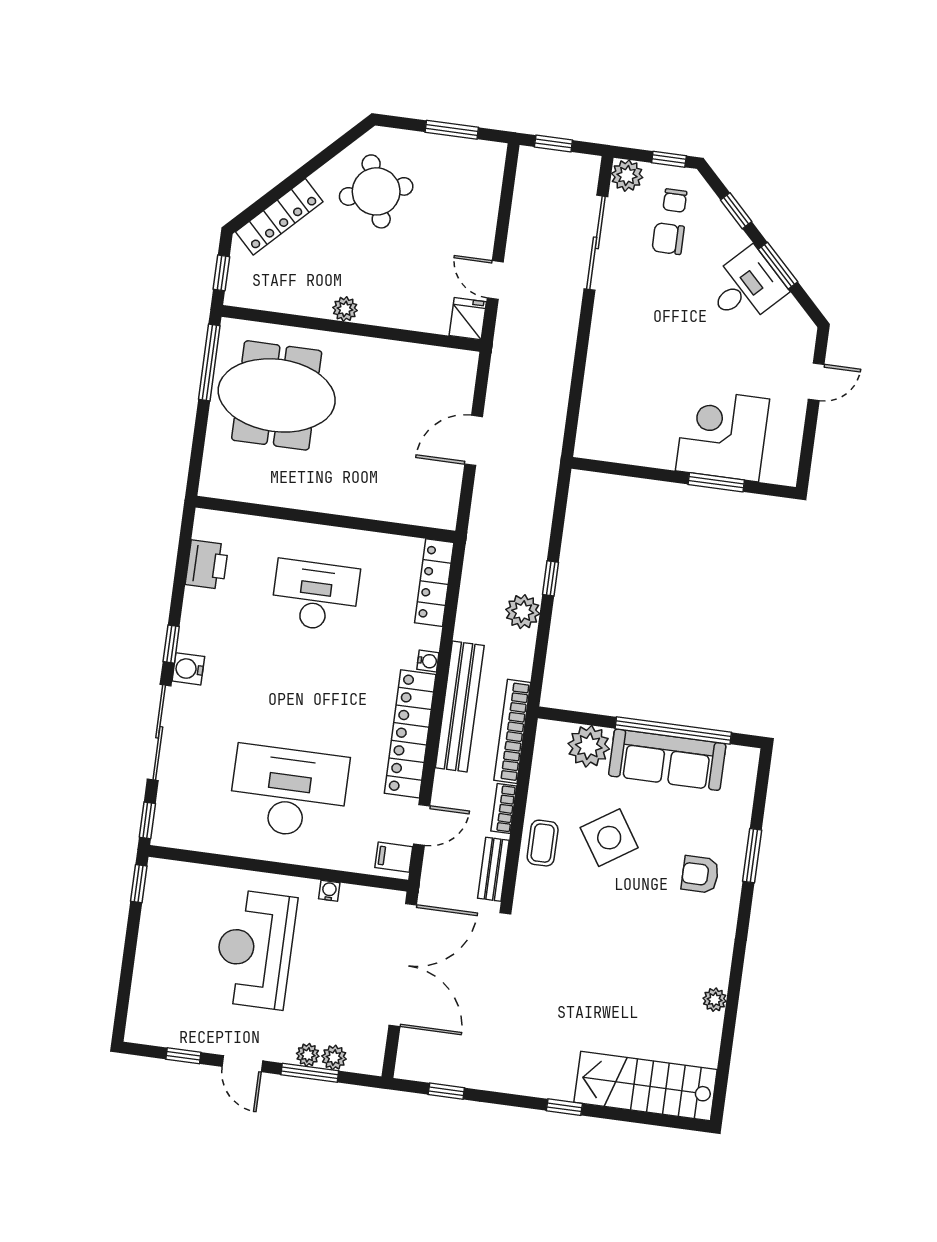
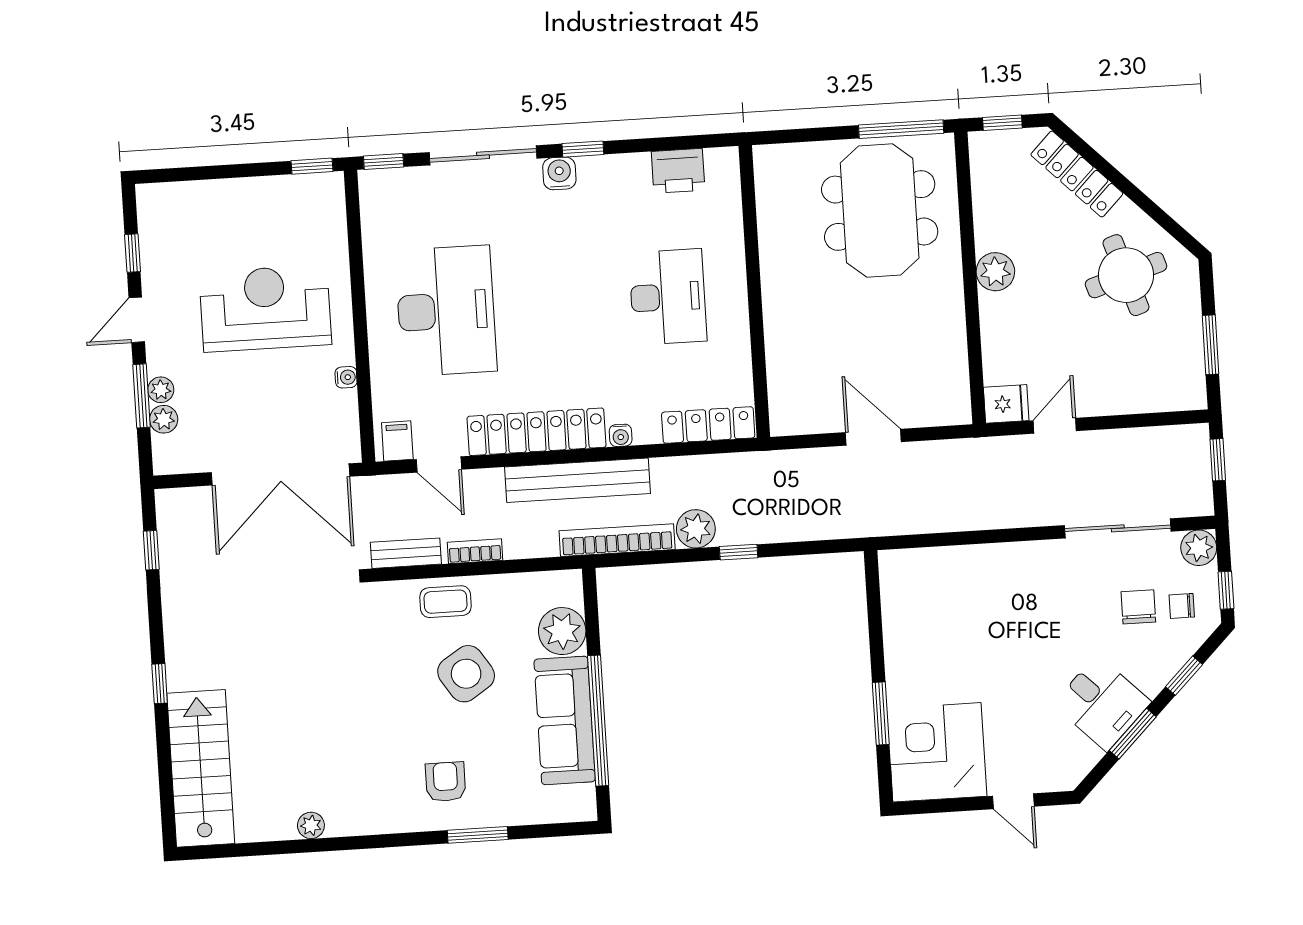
plant: (345, 309) -> (995, 272), width x1.38, depth x1.38
corner desk: (722, 435) -> (937, 752), moved, turned -90
bookcase: (512, 731) -> (617, 540), moved

